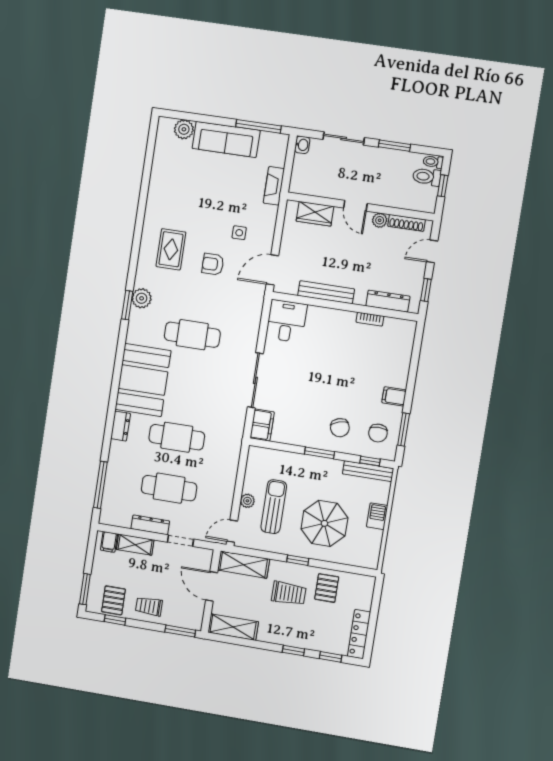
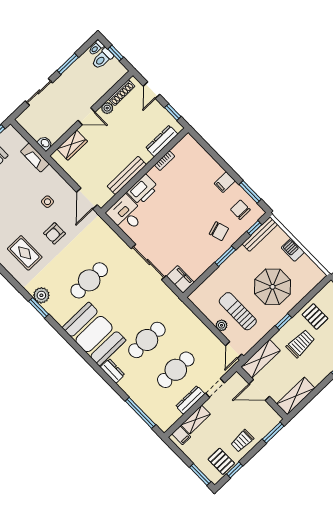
washbasin: (302, 145) -> (45, 143), moved
printer: (324, 319) -> (143, 190), added
chair: (378, 433) -> (240, 210), turned 180

